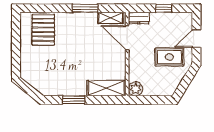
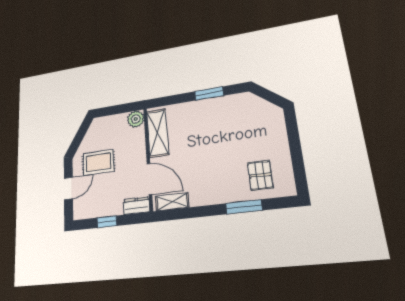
window: (85, 8) -> (244, 207), moved
pallet: (43, 30) -> (260, 175), width x0.67, depth x0.71
shelving: (106, 88) -> (157, 133), moved, turned 90

